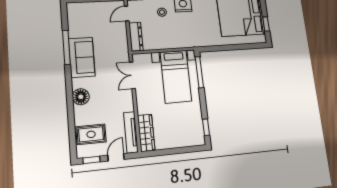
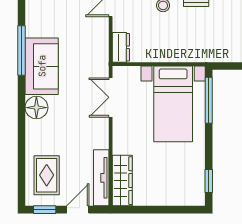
dresser: (136, 37) -> (121, 47), width x0.70
floor lamp: (81, 97) -> (36, 108), moved
rug: (91, 134) -> (47, 175), turned 90

